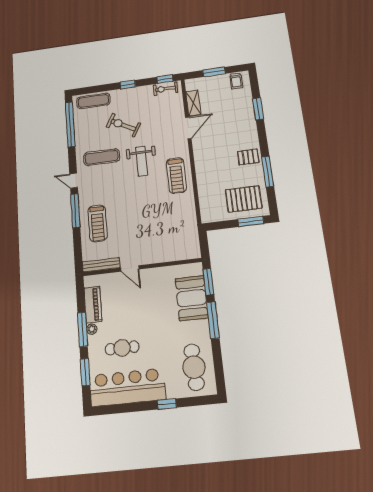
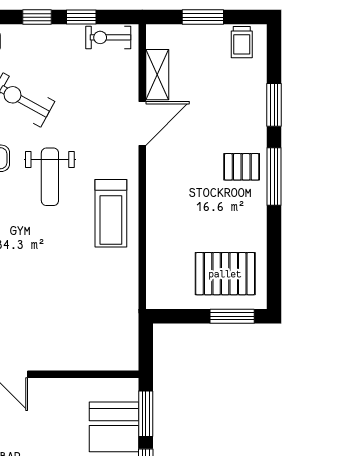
window: (165, 79) -> (81, 17), moved
pallet: (248, 157) -> (242, 167), moved
window: (268, 172) -> (274, 177), moved

